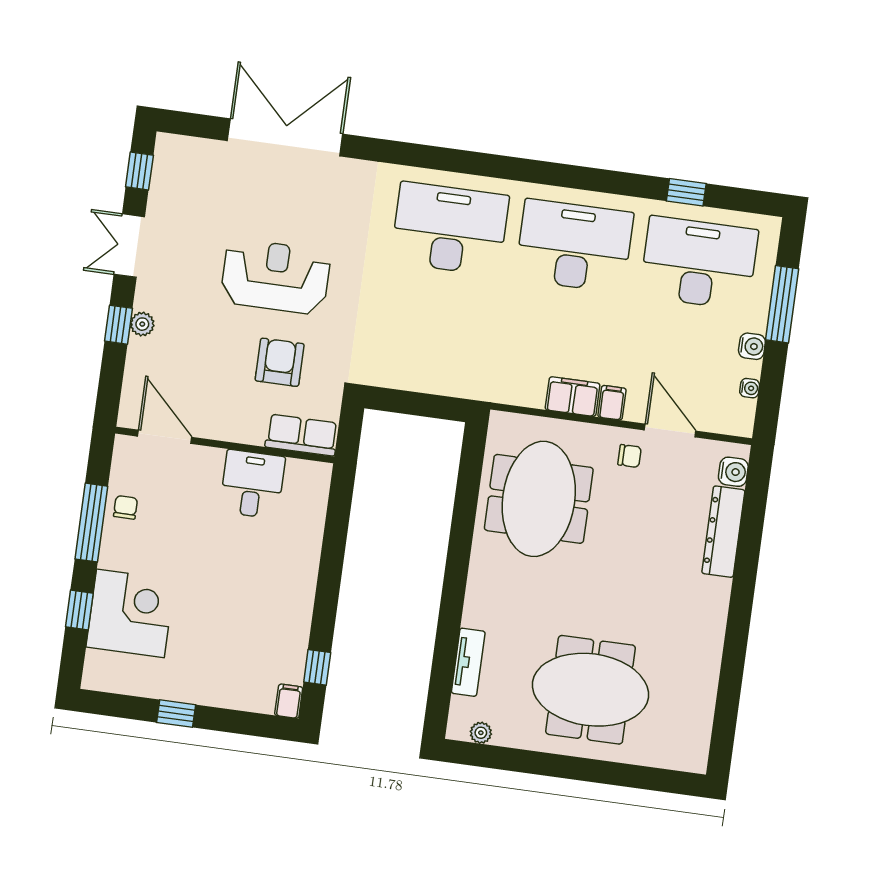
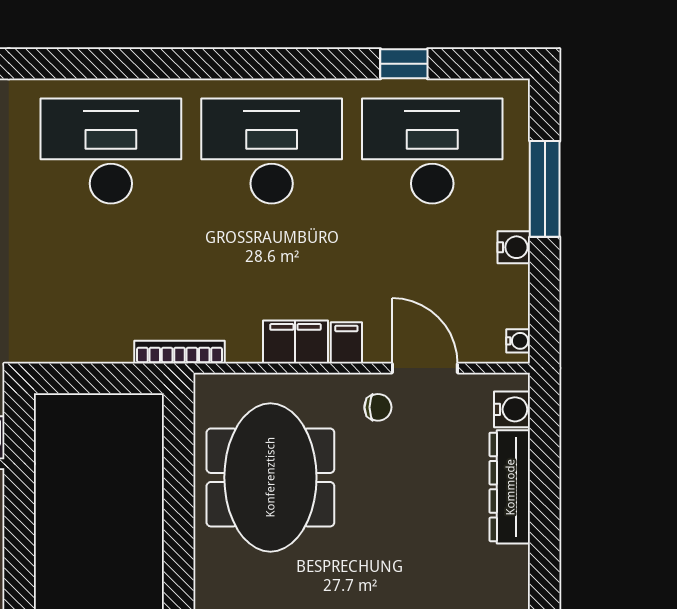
water cooler: (750, 388) -> (518, 341), moved
bookcase: (482, 392) -> (180, 352), added

